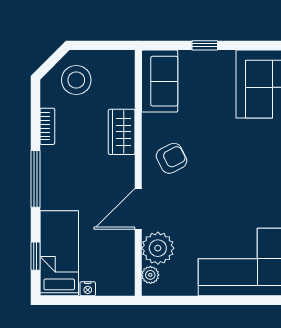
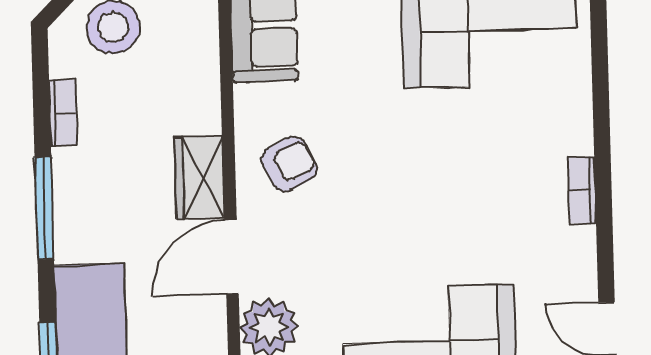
wardrobe: (122, 132) -> (199, 178), moved

